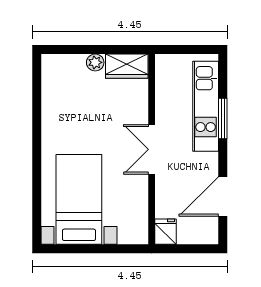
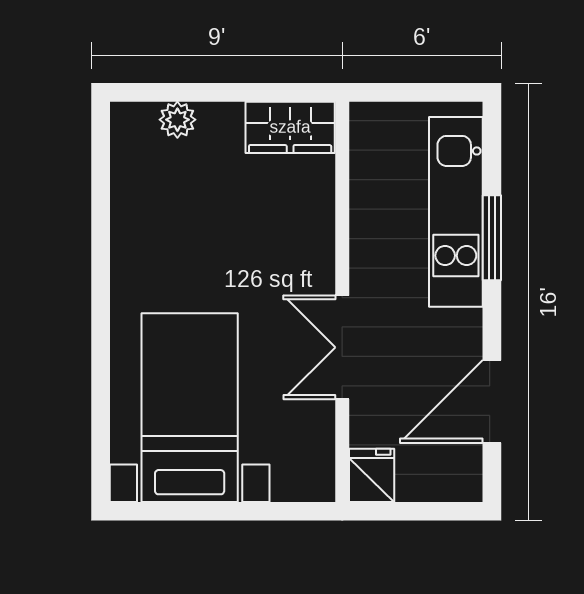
plant: (95, 62) -> (177, 120), moved
double door: (152, 149) -> (342, 347), moved

